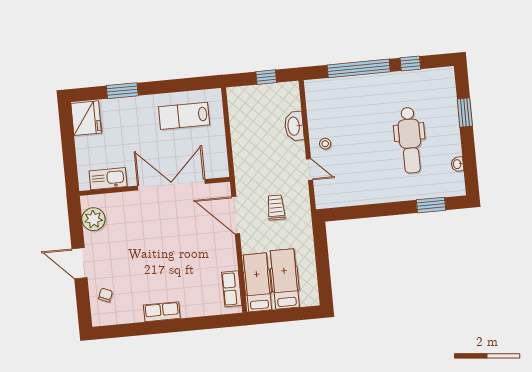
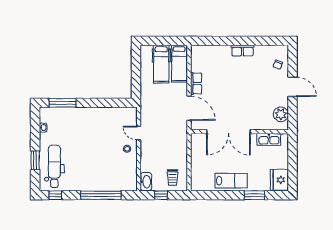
window: (410, 64) -> (55, 195), moved
lab bench: (184, 116) -> (231, 181), moved
washbasin: (294, 126) -> (146, 182), moved
dental chair: (410, 140) -> (54, 166), moved
window: (431, 205) -> (63, 103), width x1.44
trolley: (276, 207) -> (173, 177), moved
row of seats: (232, 289) -> (196, 83), moved

